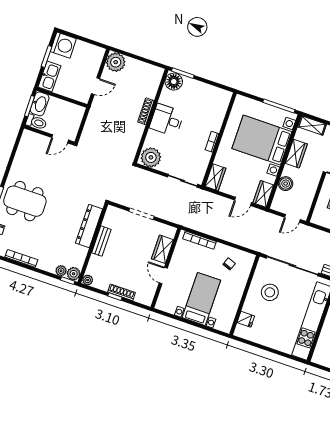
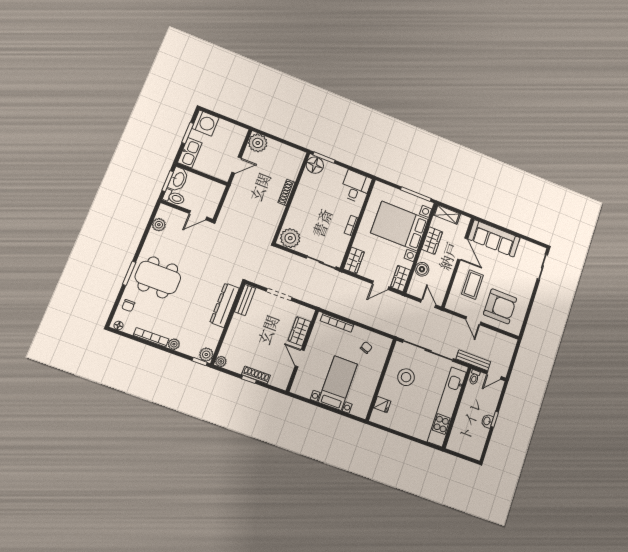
desk: (167, 120) -> (356, 187), moved, turned 90
plant: (23, 150) -> (159, 225), added
door: (292, 218) -> (428, 303), swing flipped
bench: (101, 241) -> (245, 300), moved
plant: (61, 271) -> (174, 344), moved

